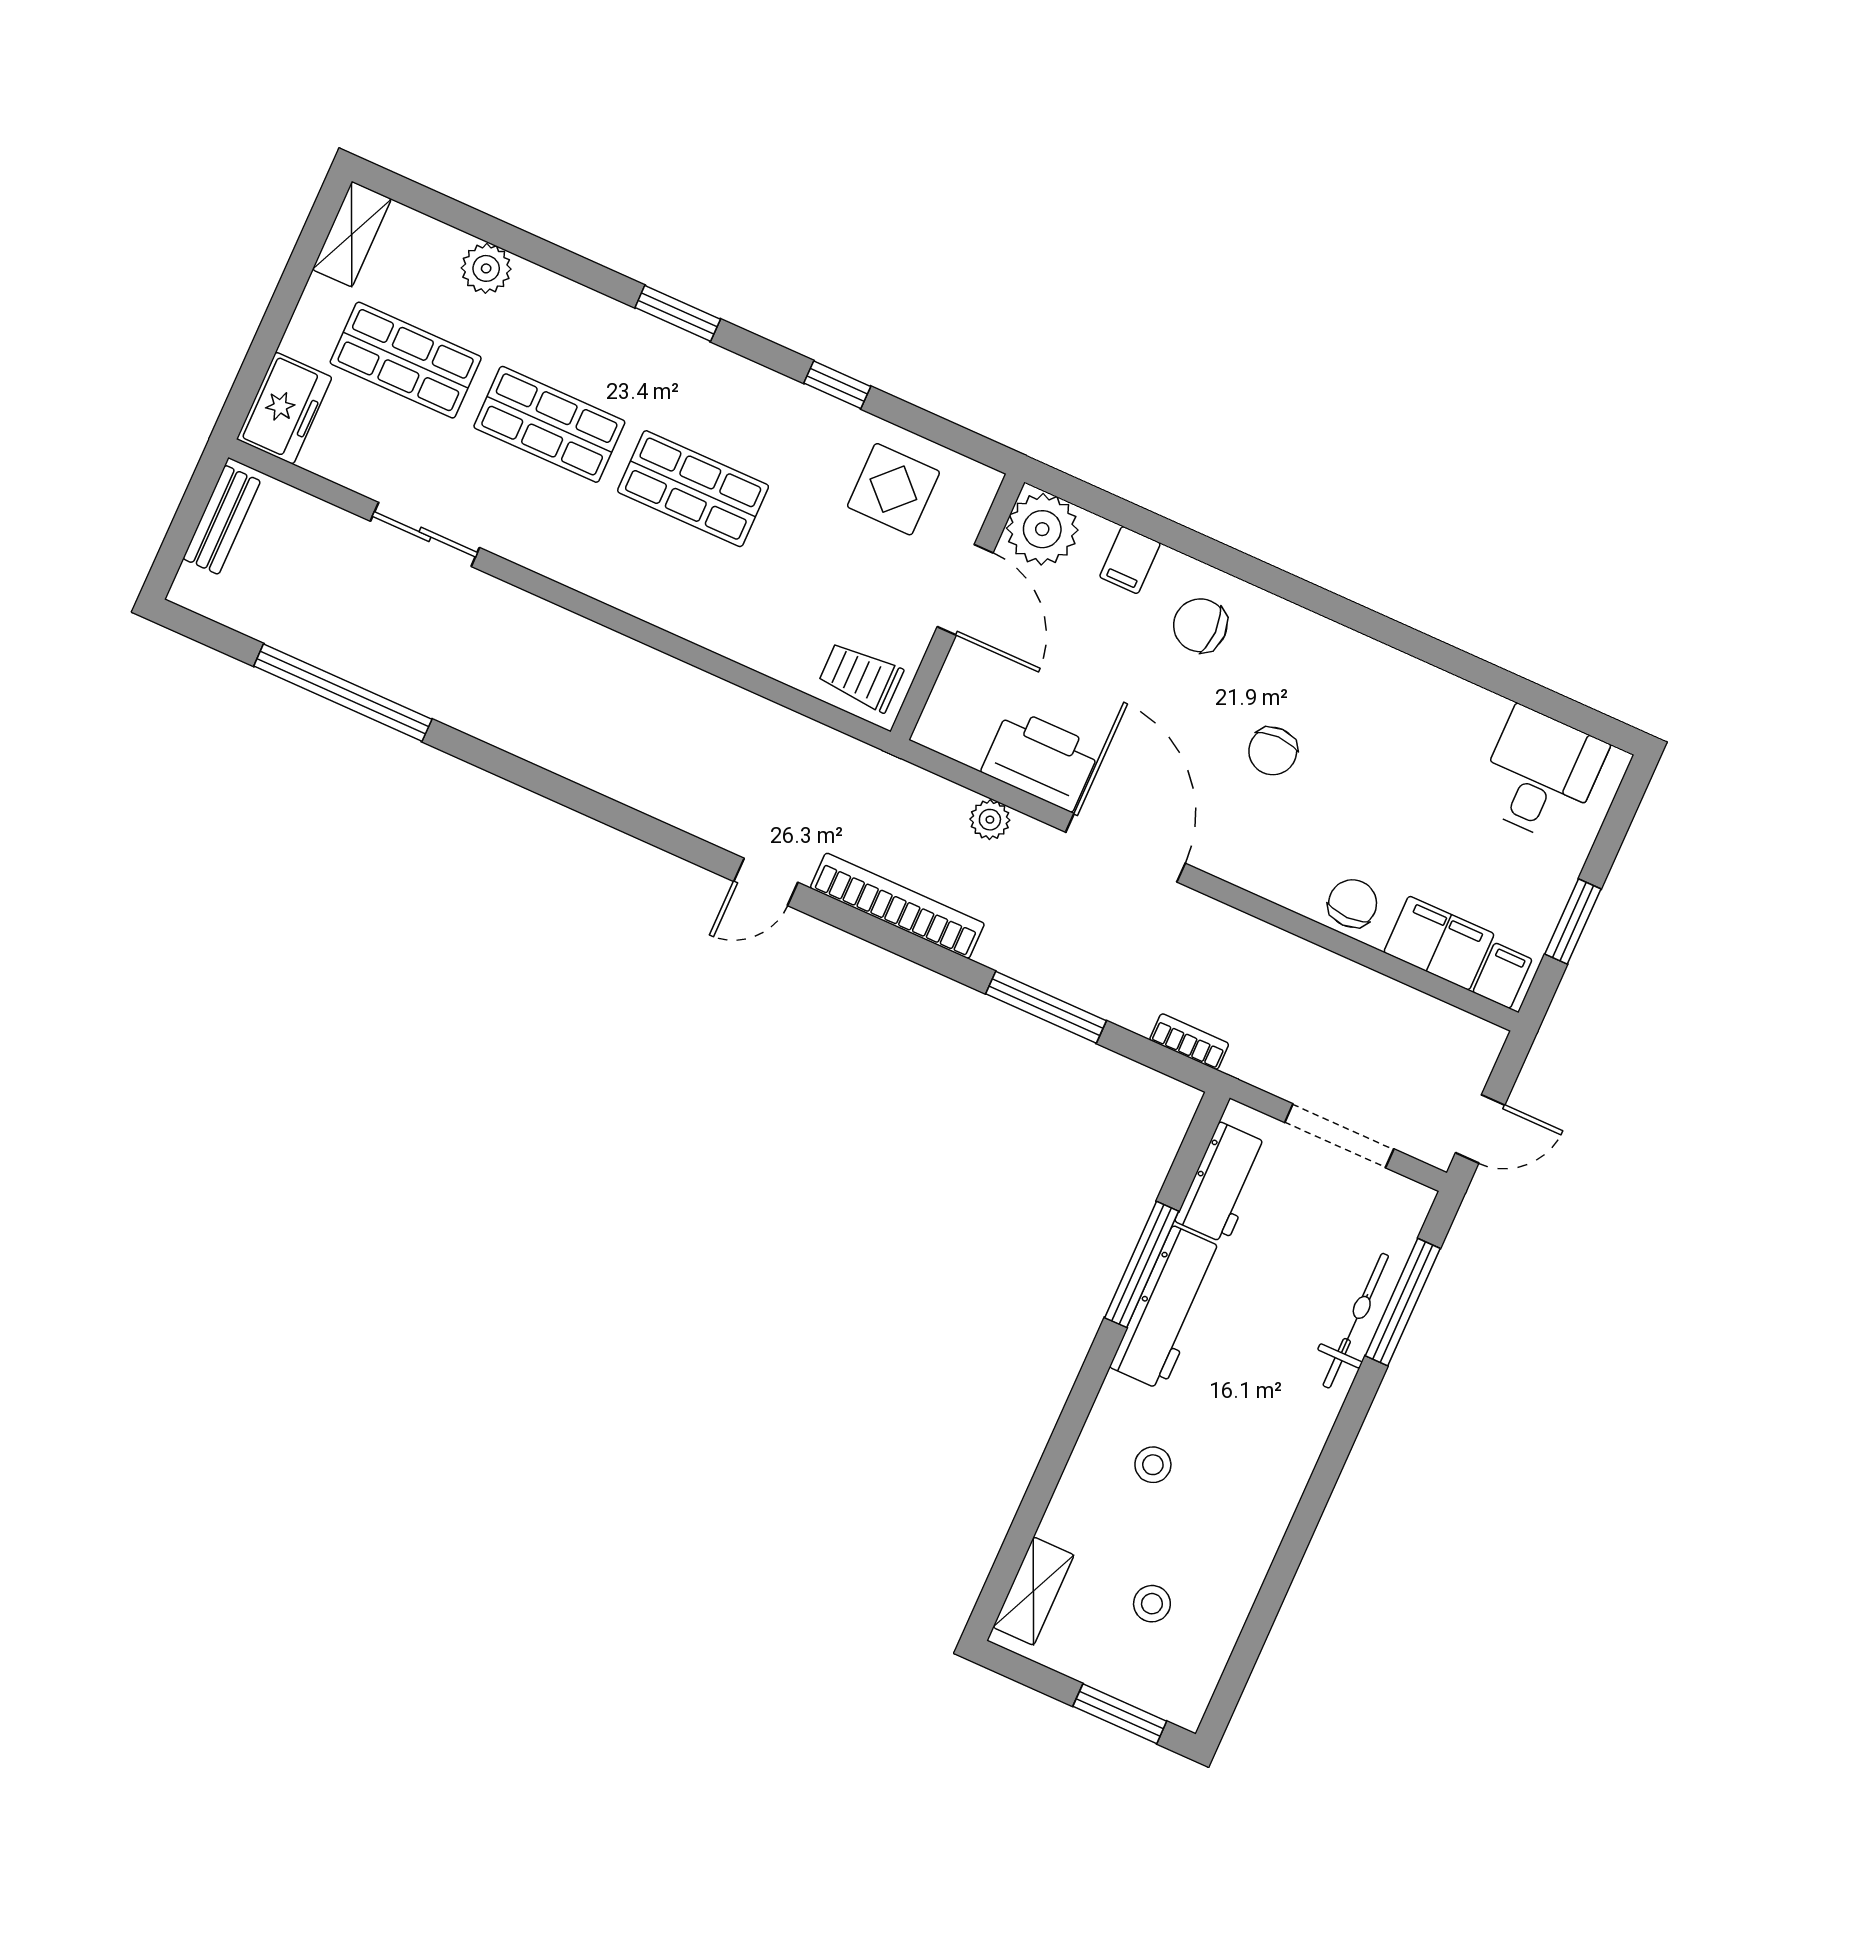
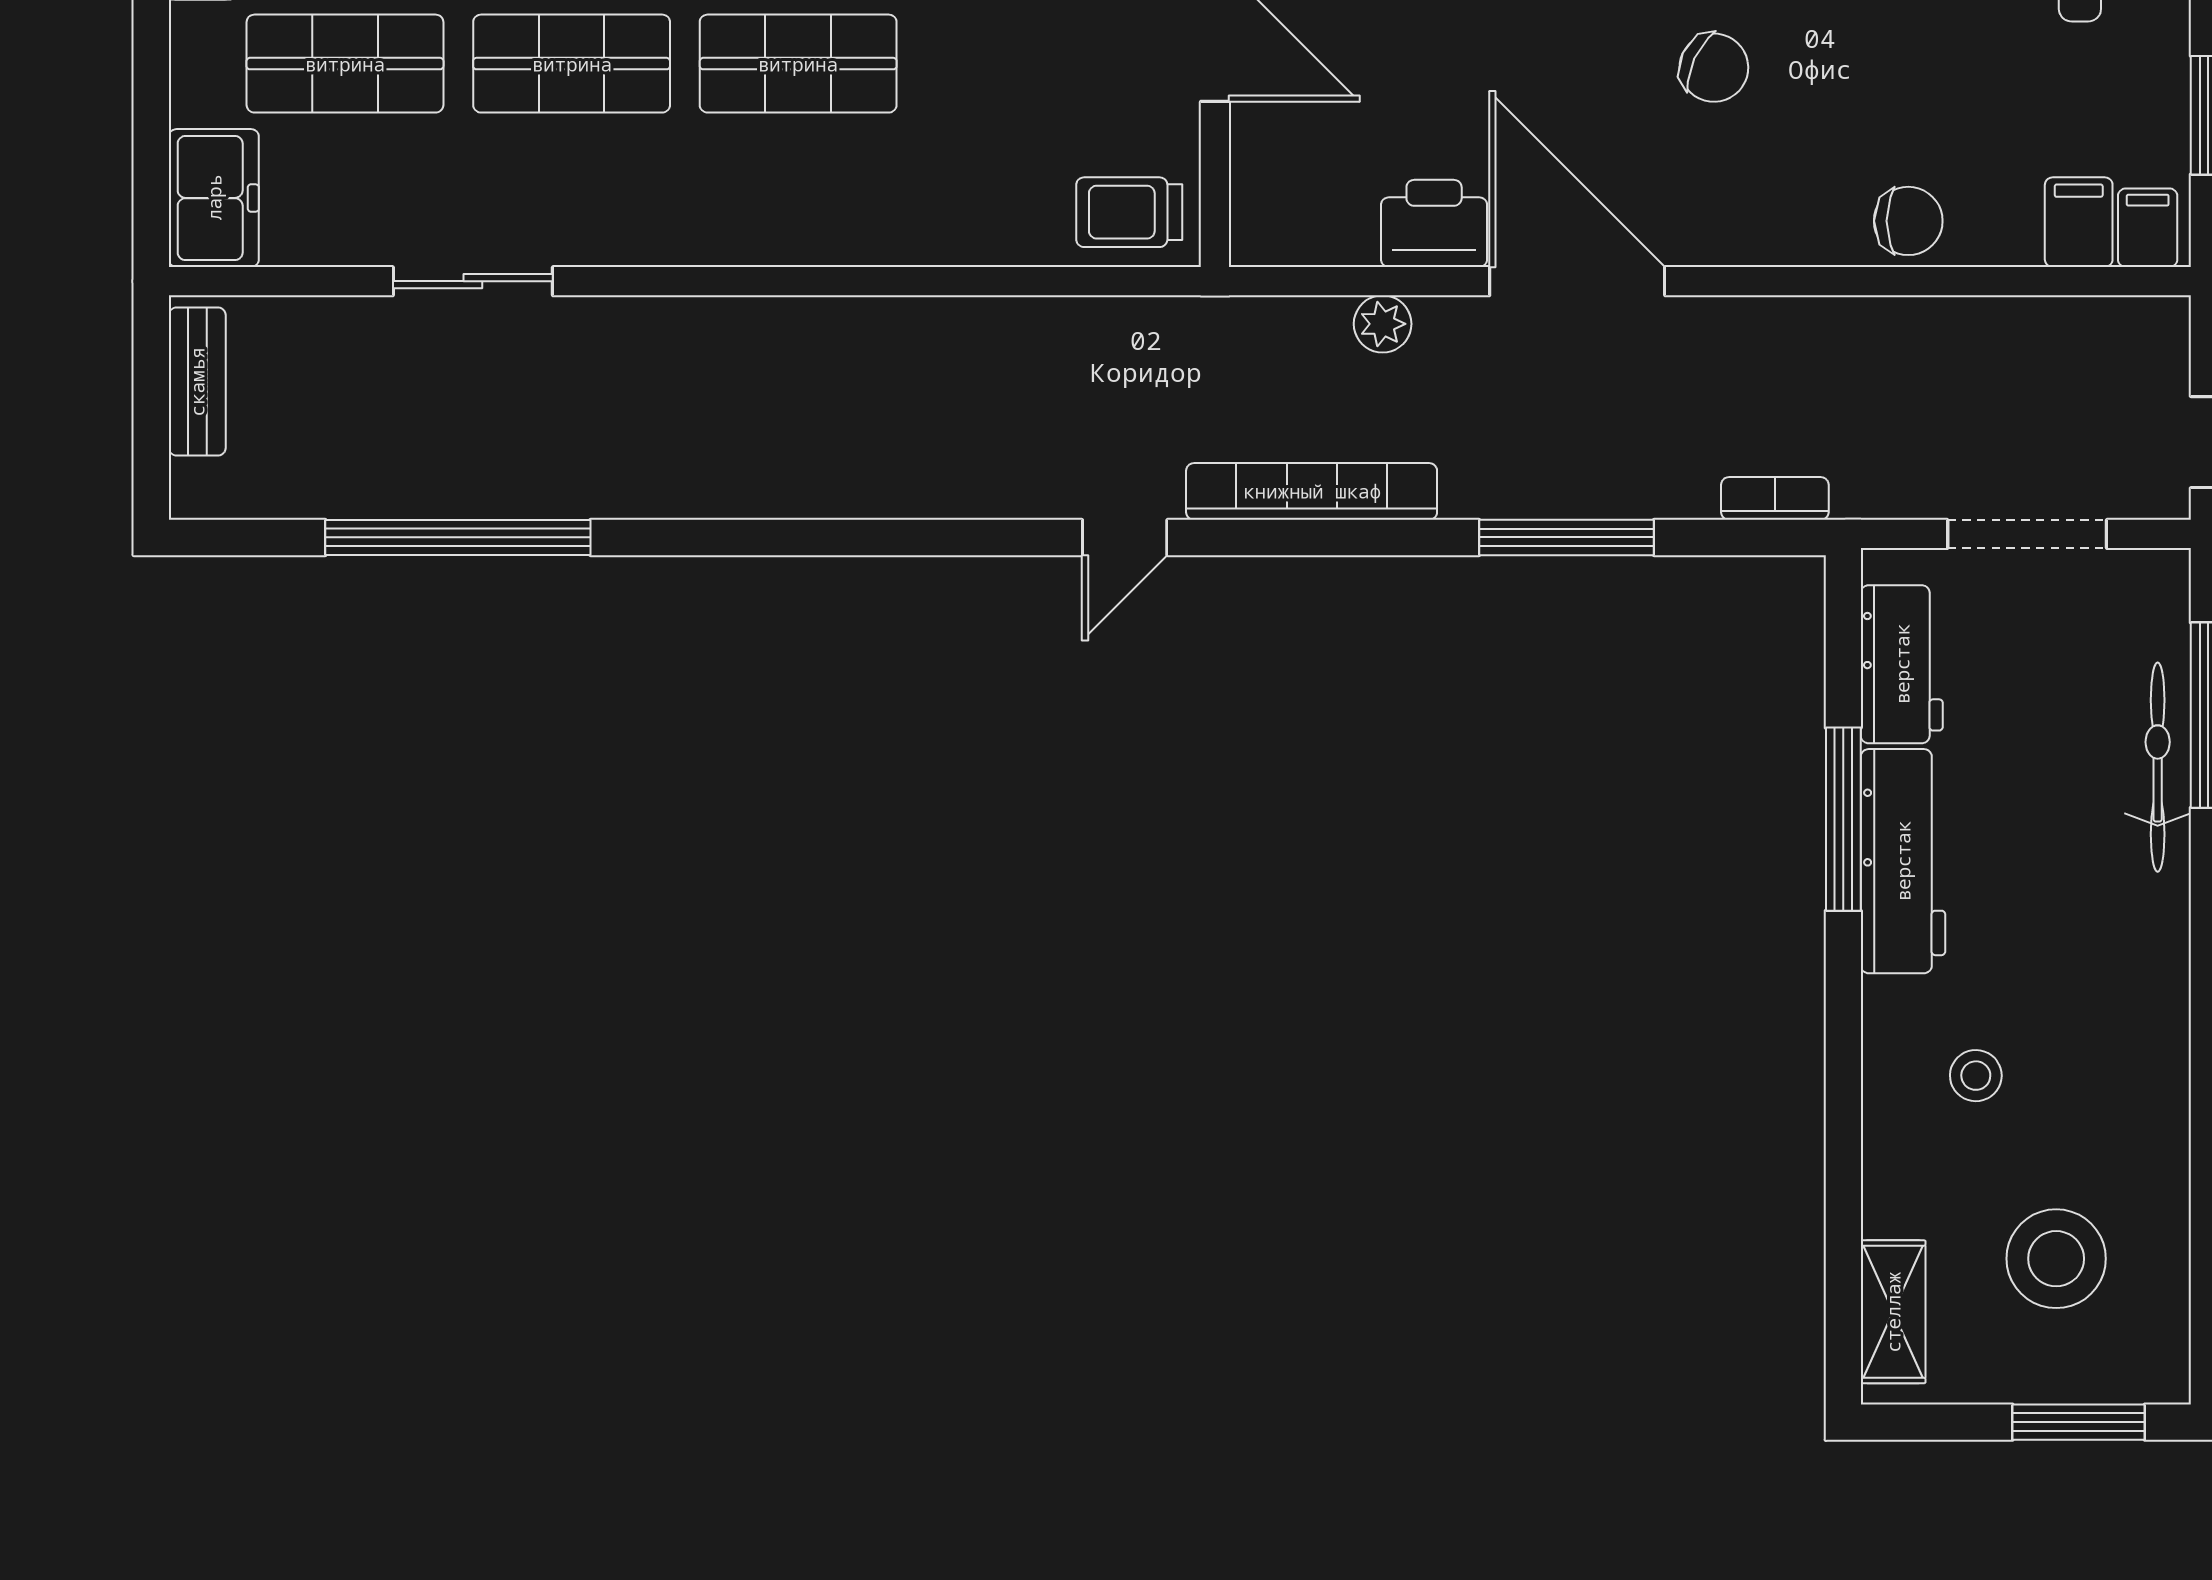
chair: (1273, 751) -> (1714, 68), turned -65
printer: (1041, 759) -> (1434, 223), width x0.73, depth x0.84
chair: (1353, 903) -> (1908, 221), turned 90
filing cabinet: (1439, 943) -> (2079, 222), width x0.50
stool: (1152, 1604) -> (2056, 1259), width x1.89, depth x1.89

